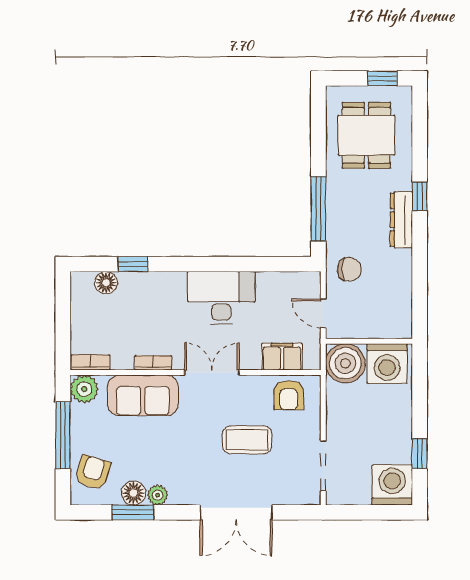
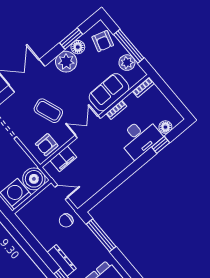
desk: (221, 298) -> (140, 138), moved
double door: (212, 373) -> (88, 127), swing flipped
plant: (84, 389) -> (127, 63), moved
armchair: (289, 395) -> (47, 145), turned -90
coffee table: (247, 440) -> (48, 111), turned 70
plant: (158, 495) -> (66, 62), width x1.88, depth x1.88

